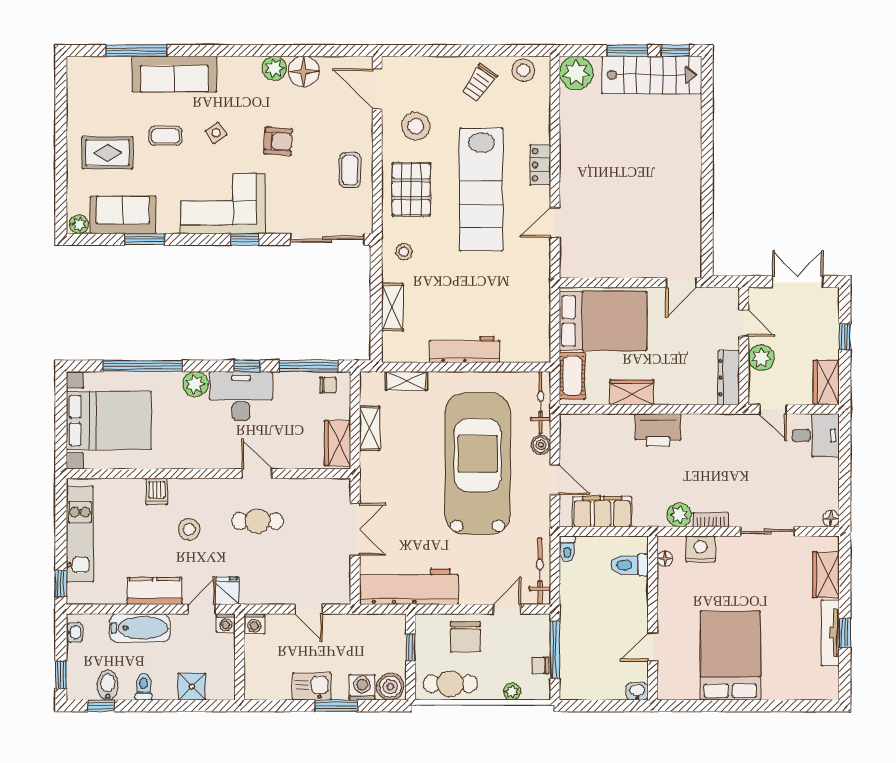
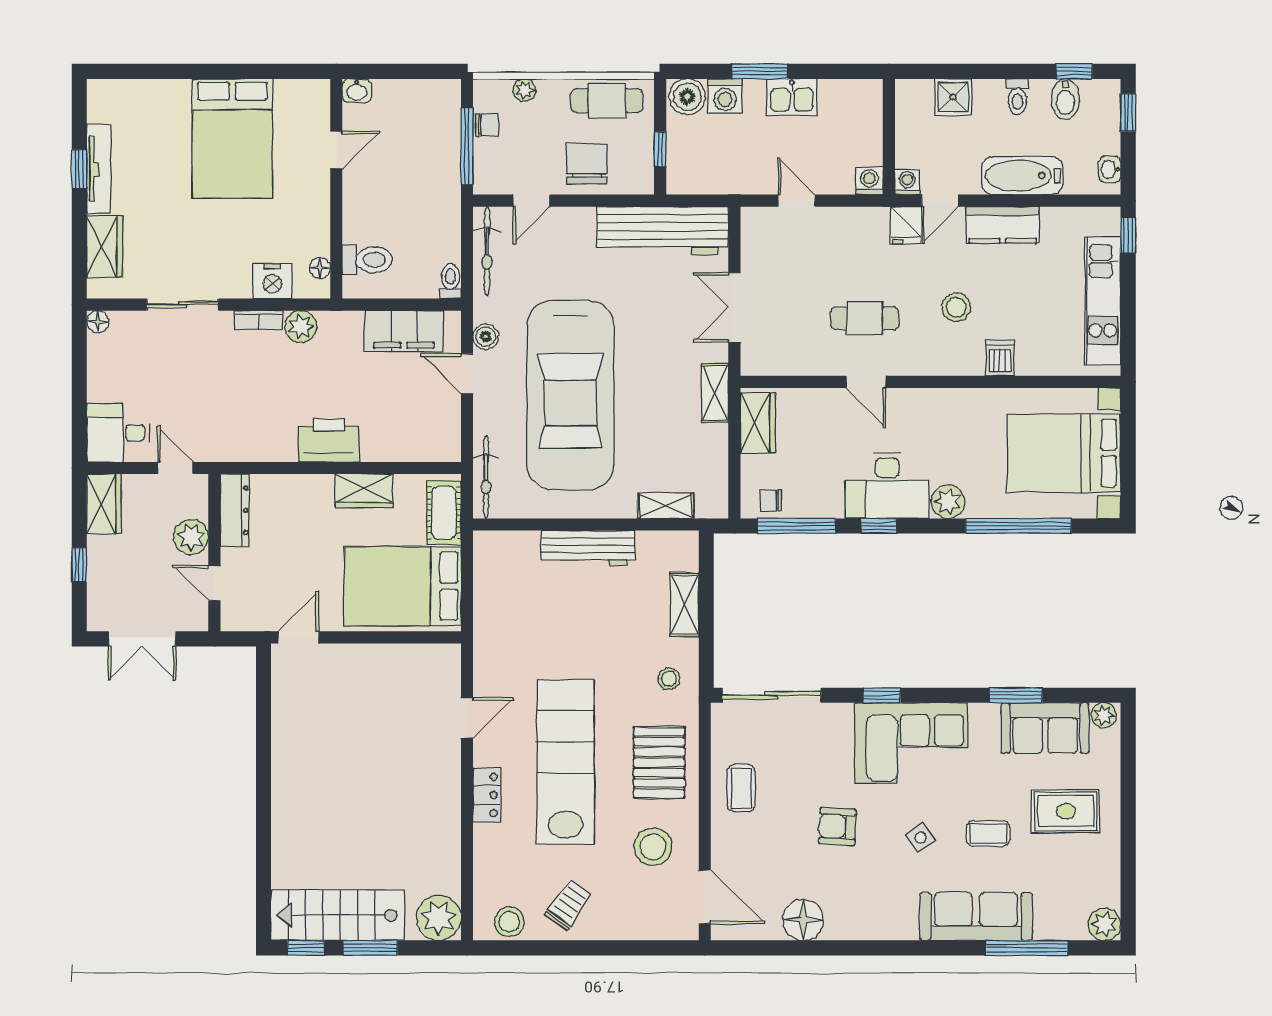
plant: (274, 68) -> (1104, 924), moved
shelving: (370, 428) -> (715, 393), moved
boiler: (541, 445) -> (486, 337), moved

